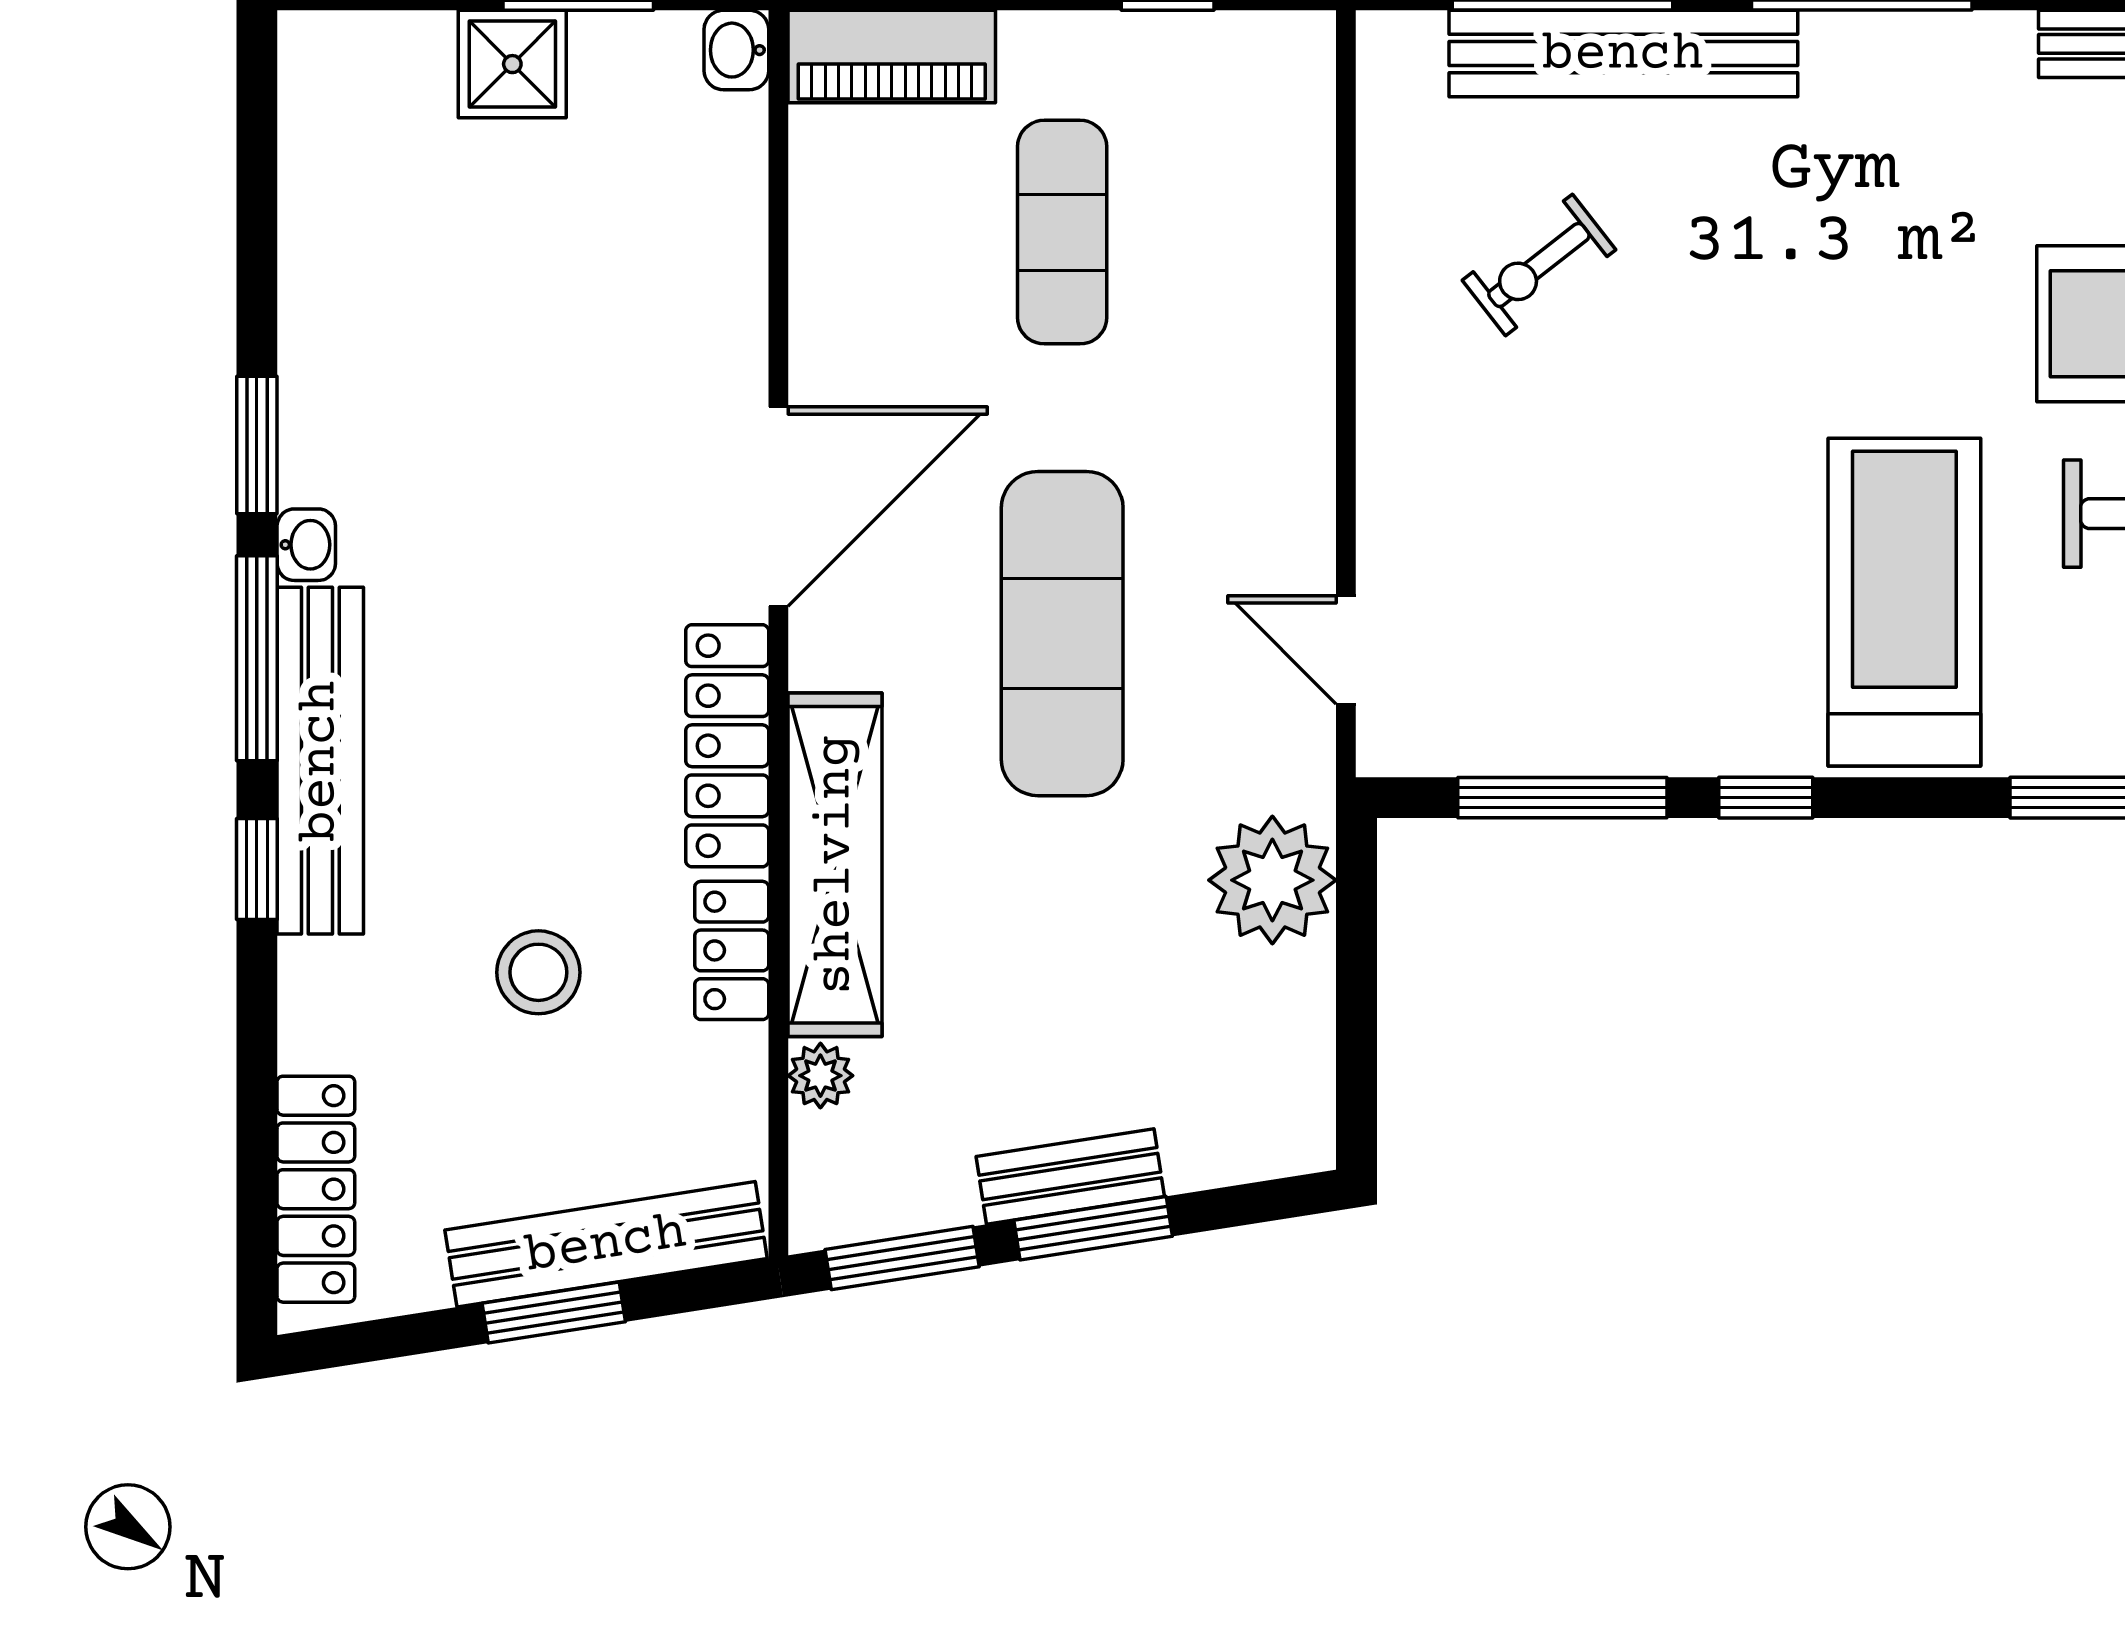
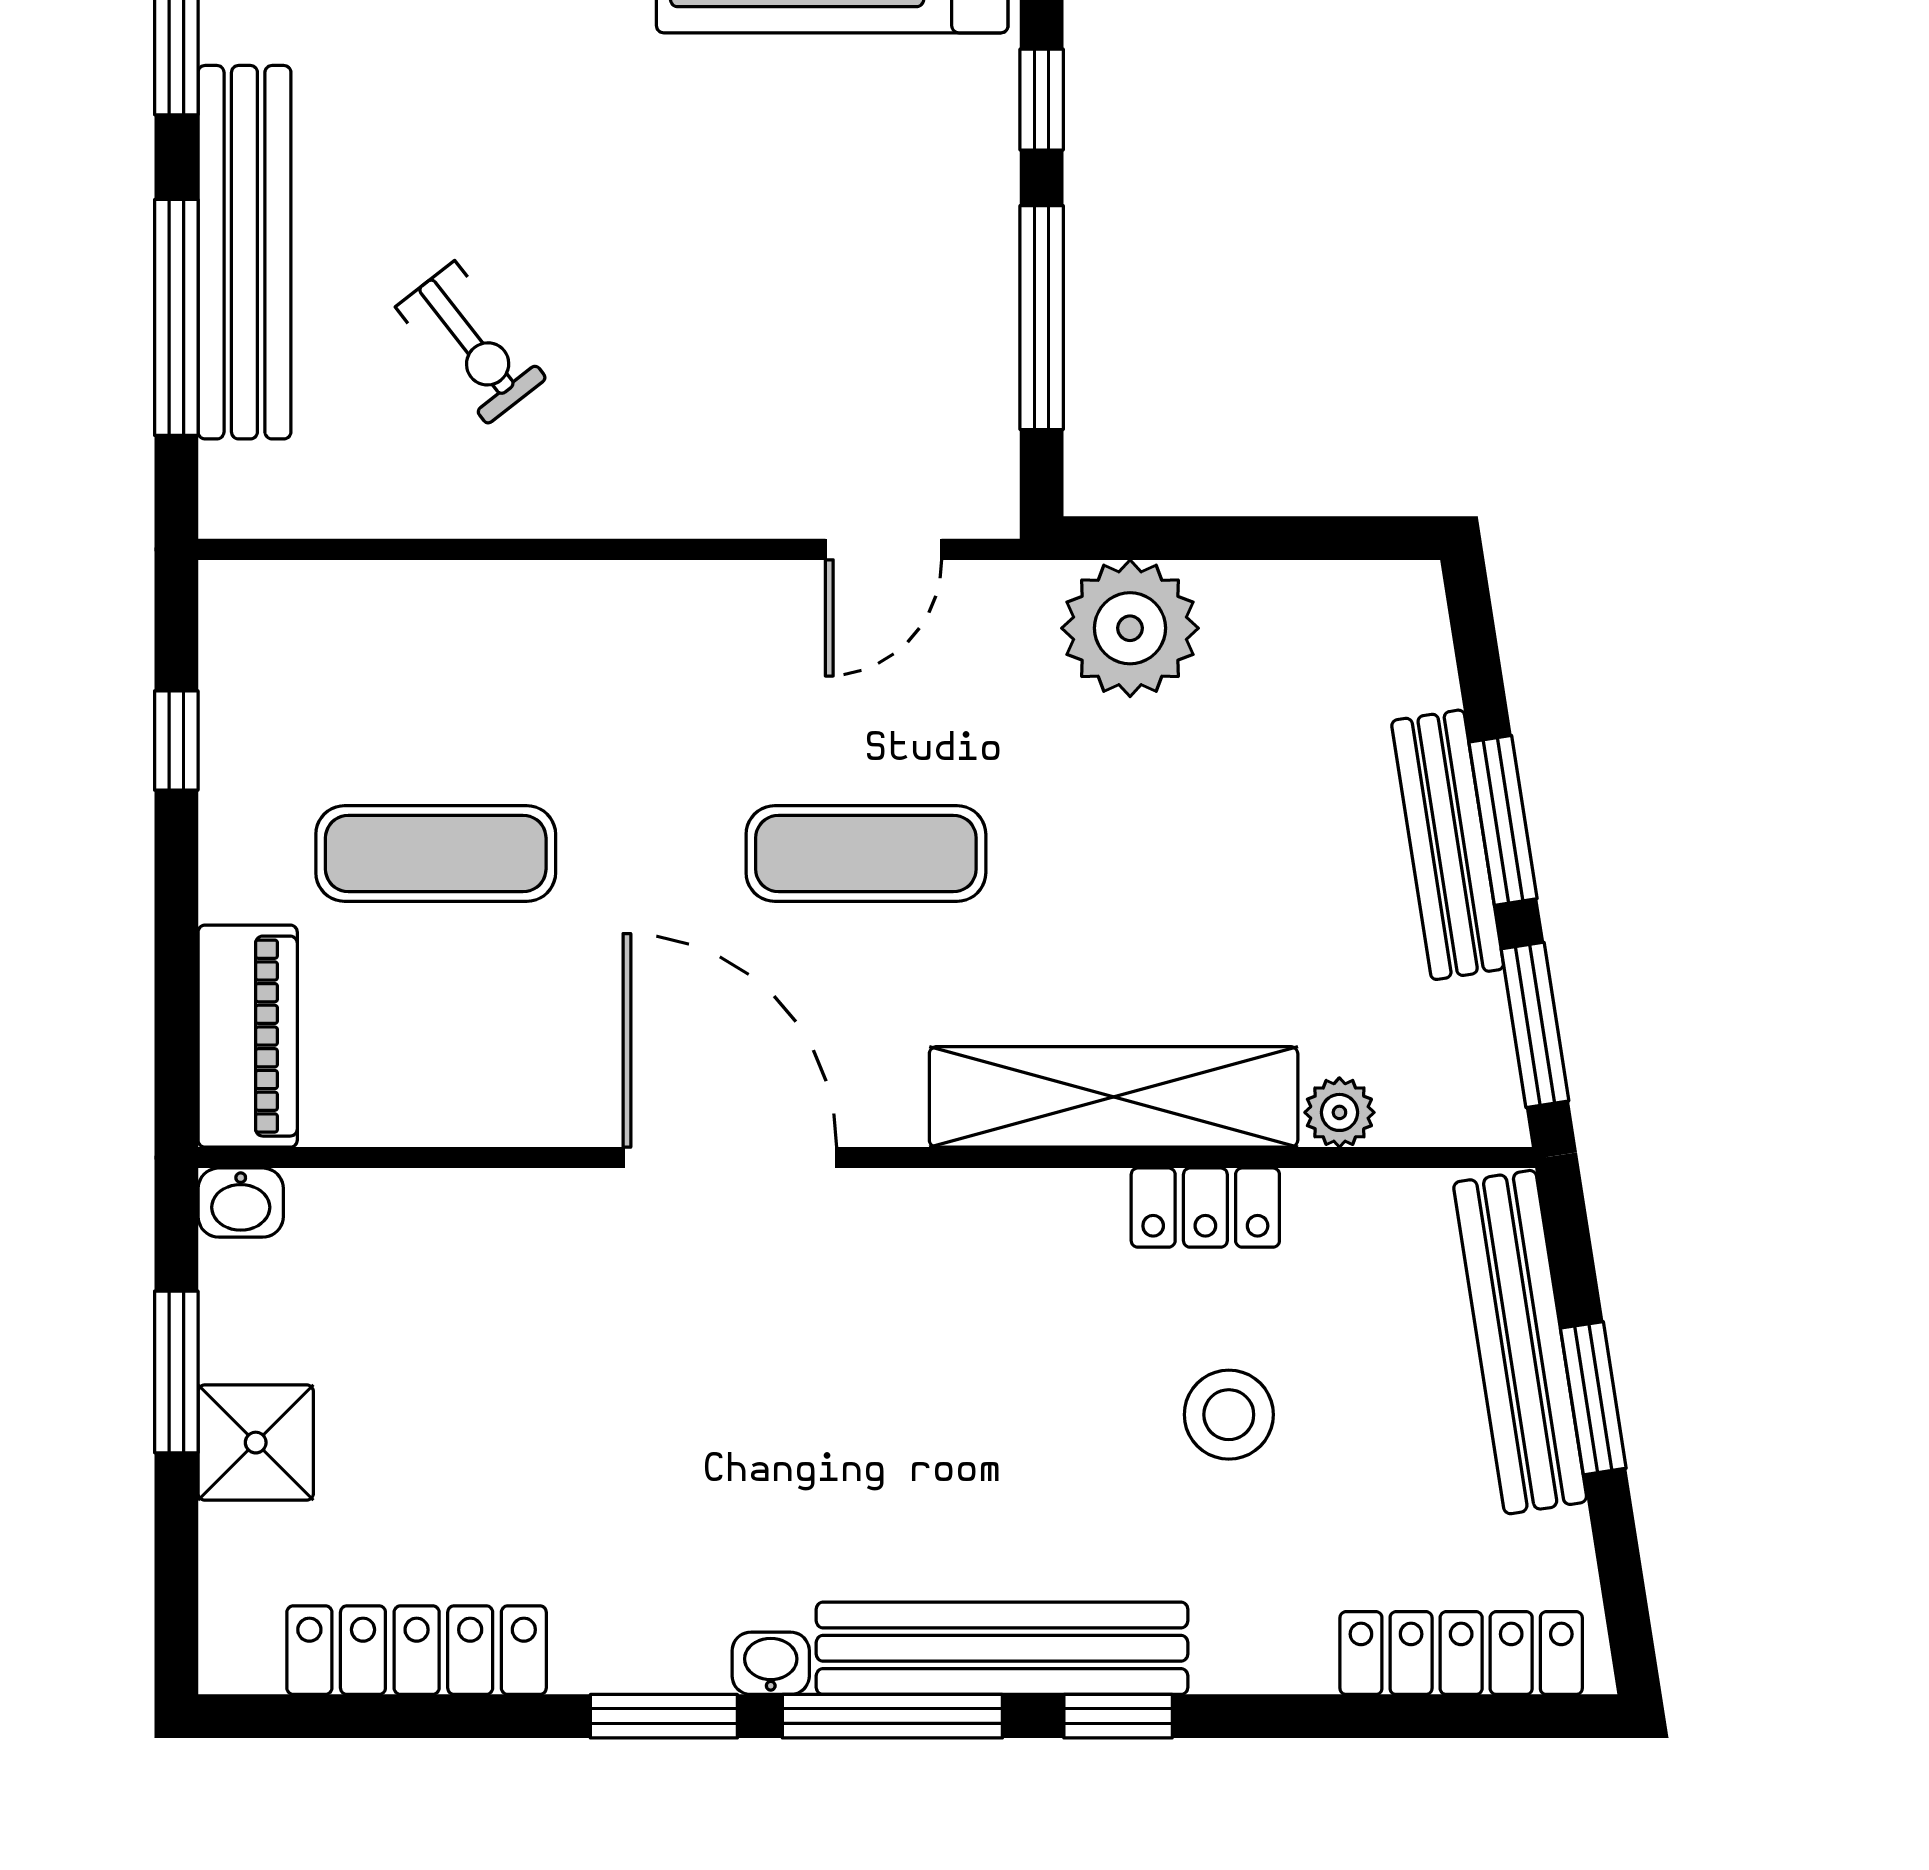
exercise mat: (1062, 634) -> (866, 853), width x0.73, depth x0.69
locker: (727, 746) -> (417, 1650), moved, turned 180
bench: (1070, 1177) -> (1448, 845), width x1.36

